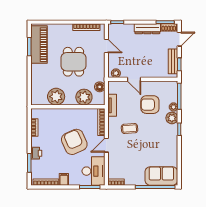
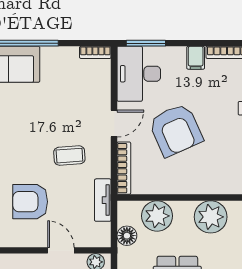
armchair: (150, 105) -> (30, 202), turned 180

